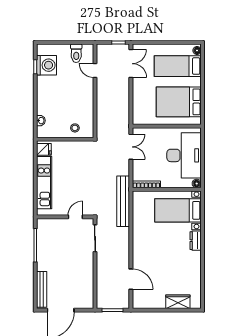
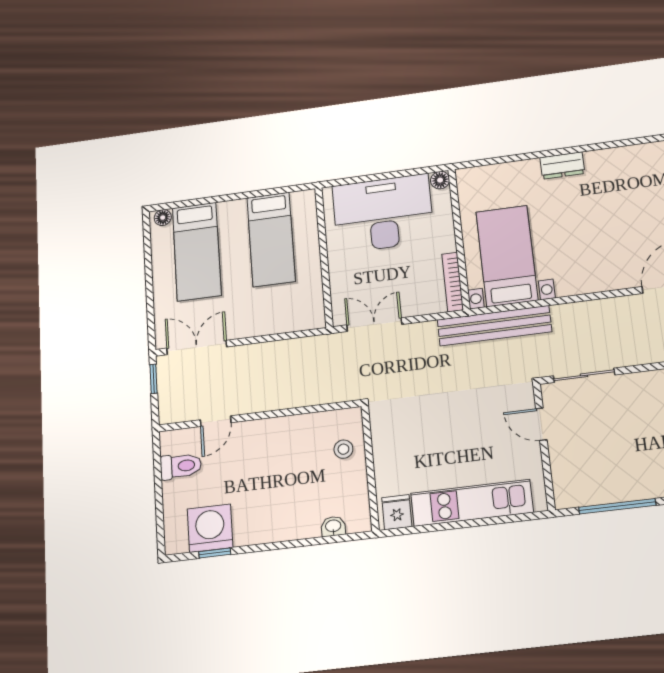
bed: (179, 102) -> (271, 239), width x0.67
bed with nightstands: (178, 210) -> (507, 256), moved, turned 180

